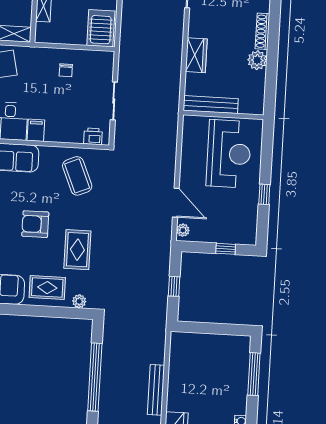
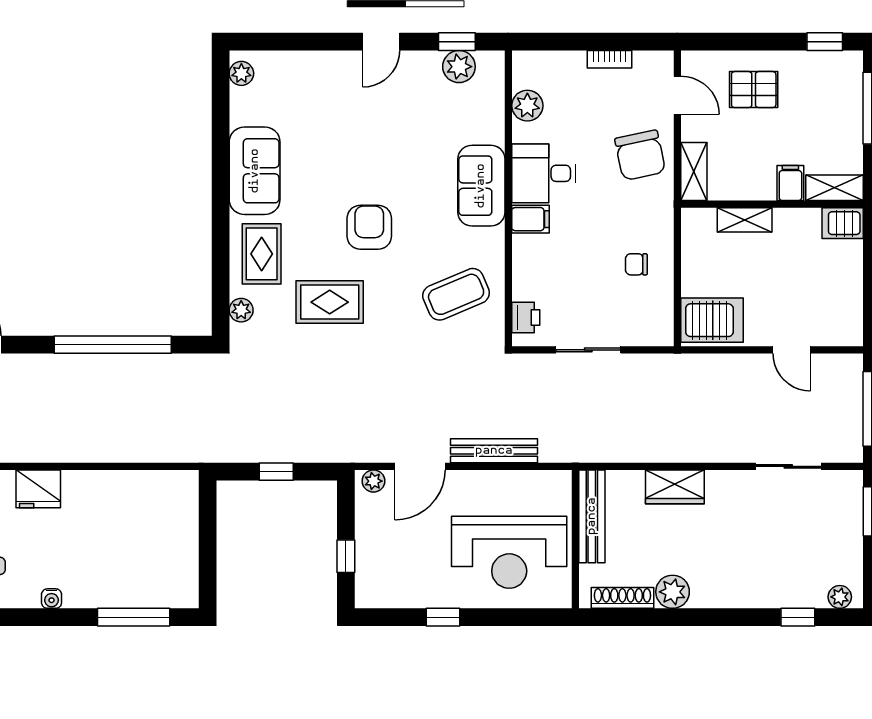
shoe rack: (262, 31) -> (622, 598), moved
bench: (156, 390) -> (494, 451), moved

